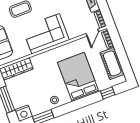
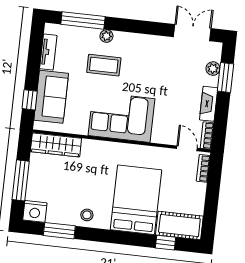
door: (92, 33) -> (187, 148), swing flipped
cot: (112, 63) -> (179, 226), moved, turned 90

